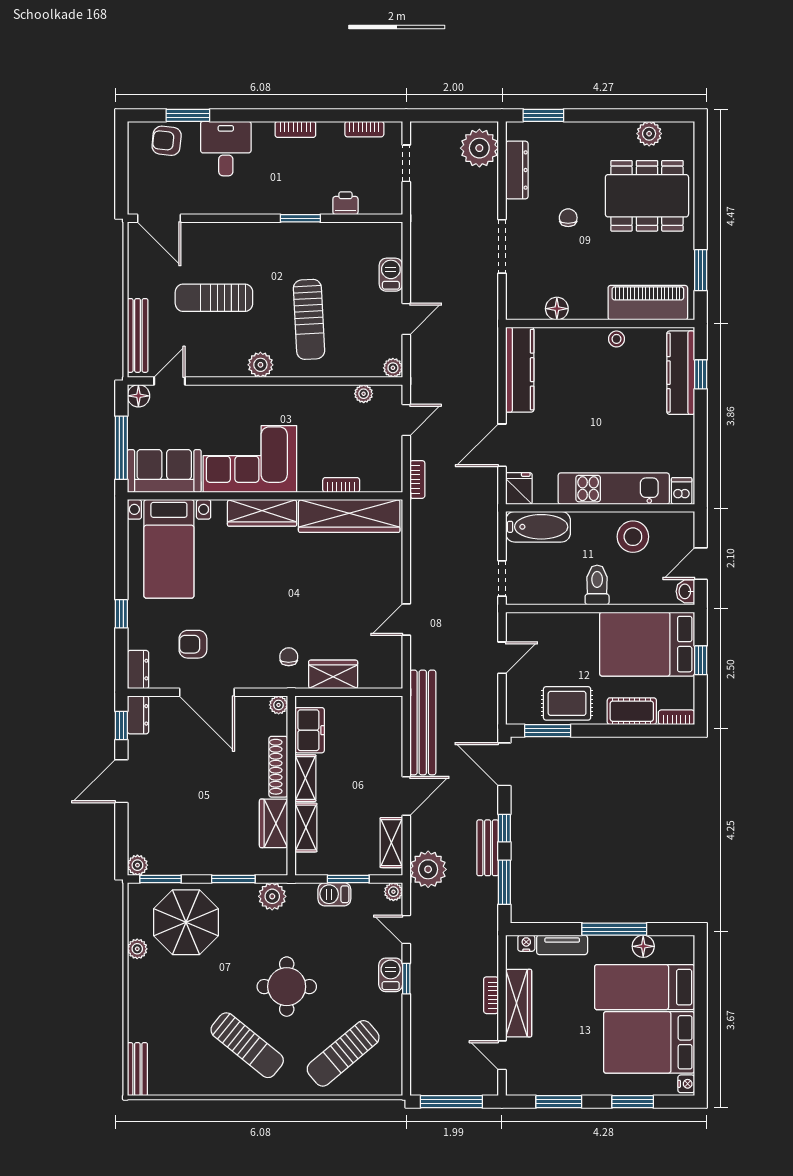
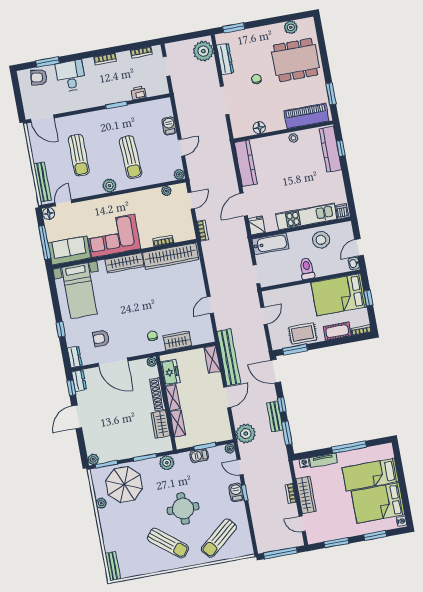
sun lounger: (214, 298) -> (79, 155), turned -90
shelving: (391, 843) -> (212, 359), moved
floor lamp: (643, 946) -> (366, 453), removed

